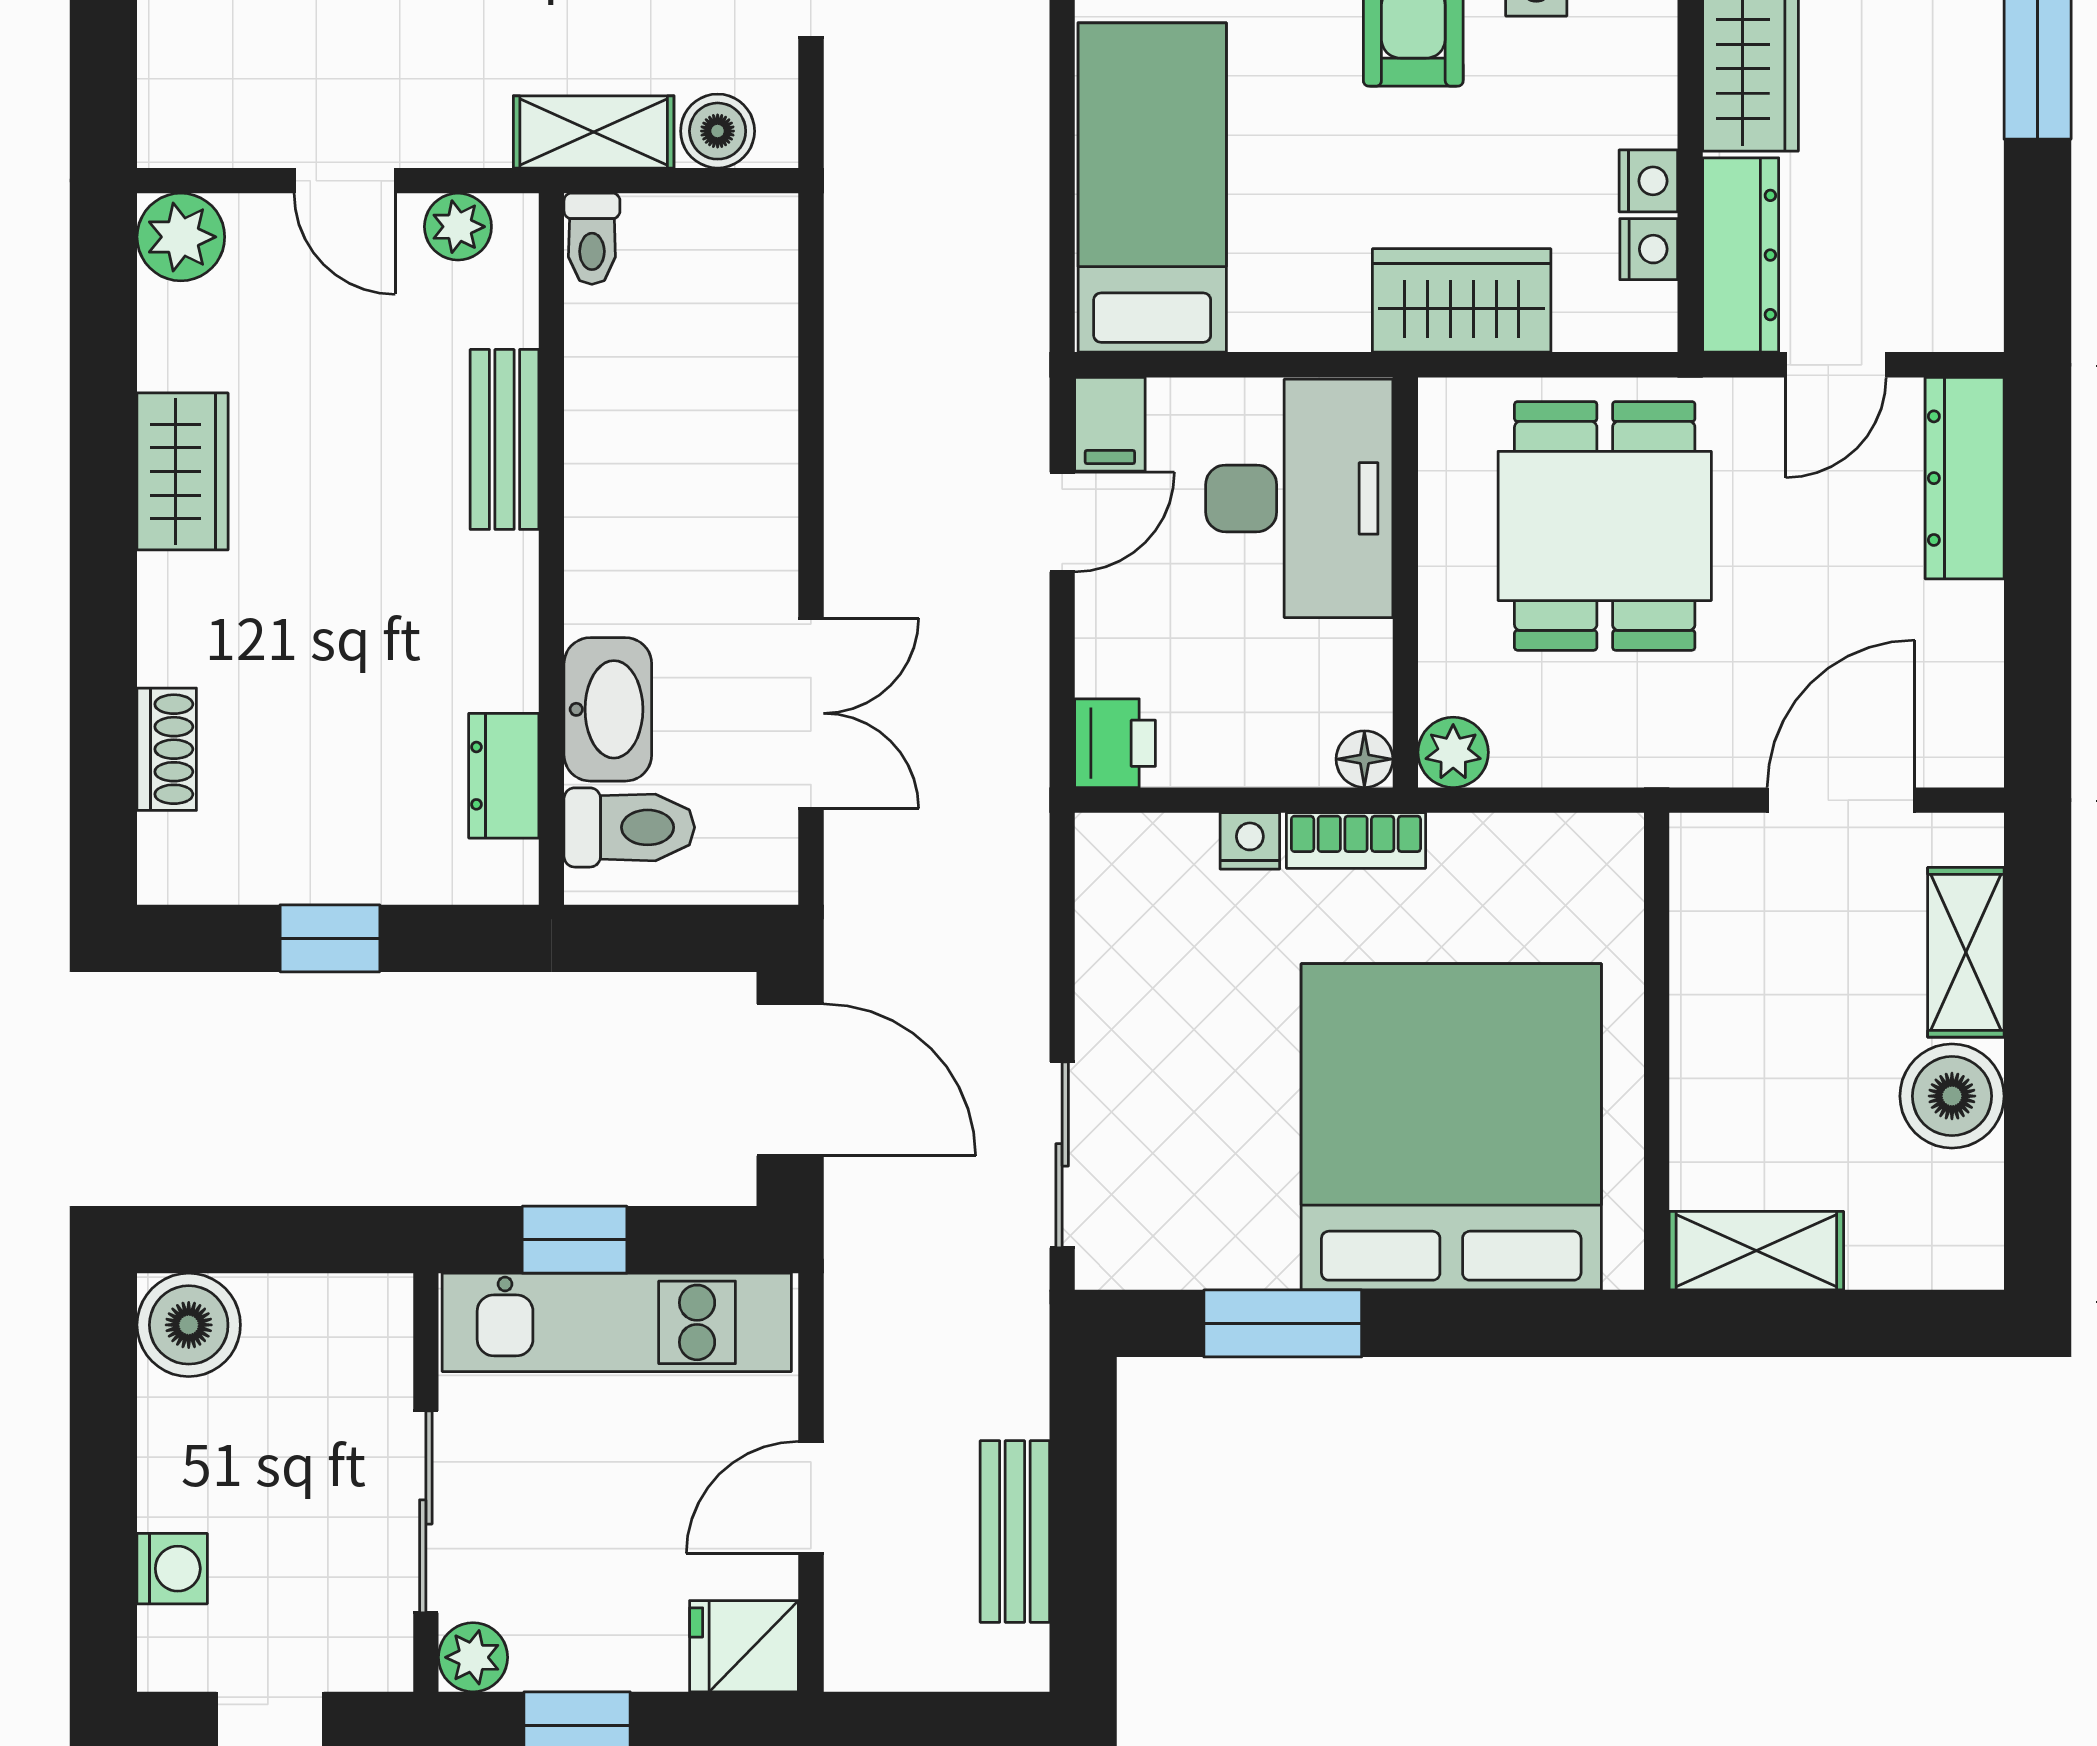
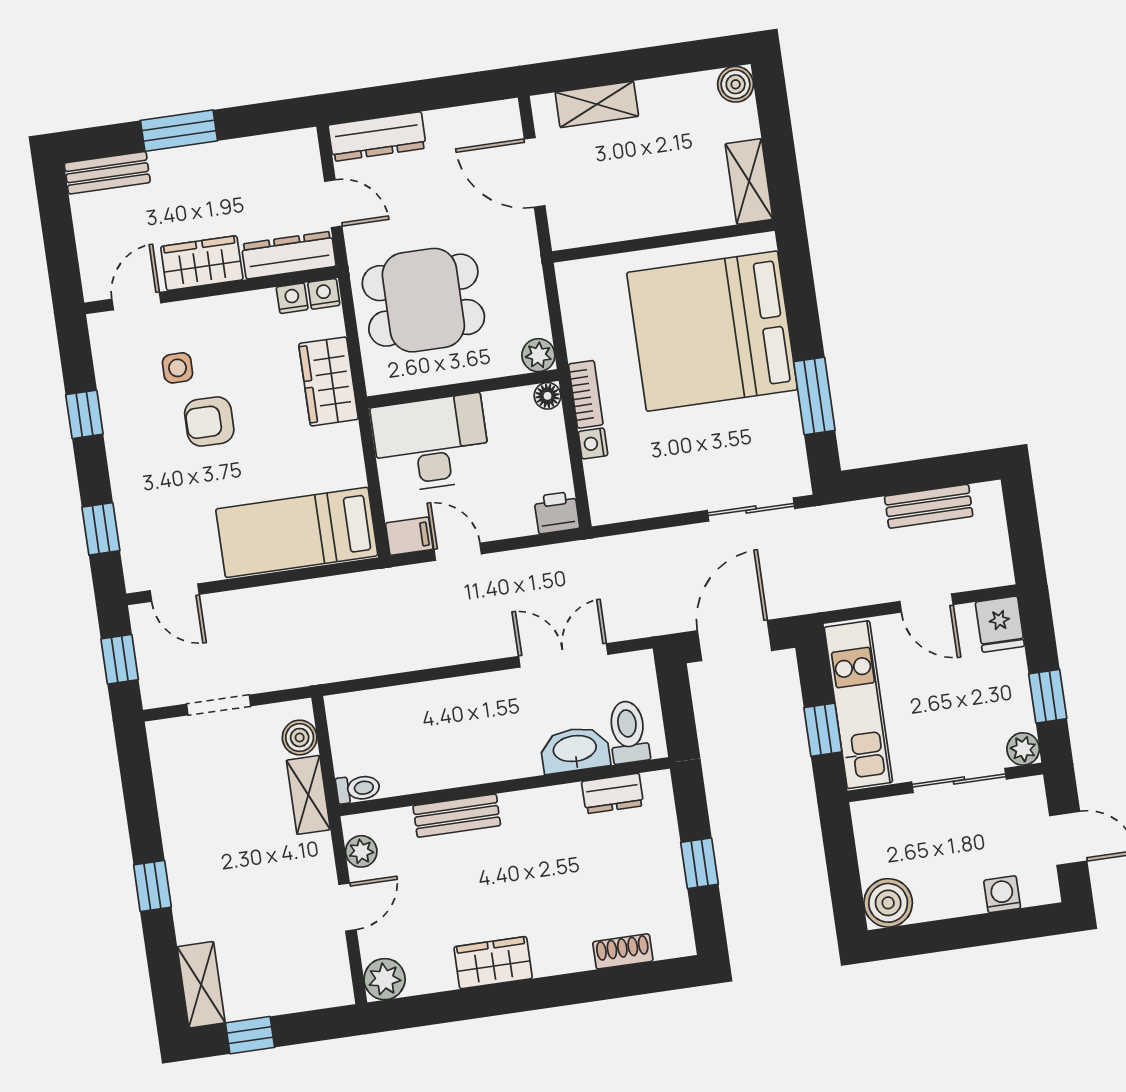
nightstand: (1648, 181) -> (324, 294), moved
boiler: (1952, 1096) -> (736, 84), moved, width x0.73, depth x0.73

